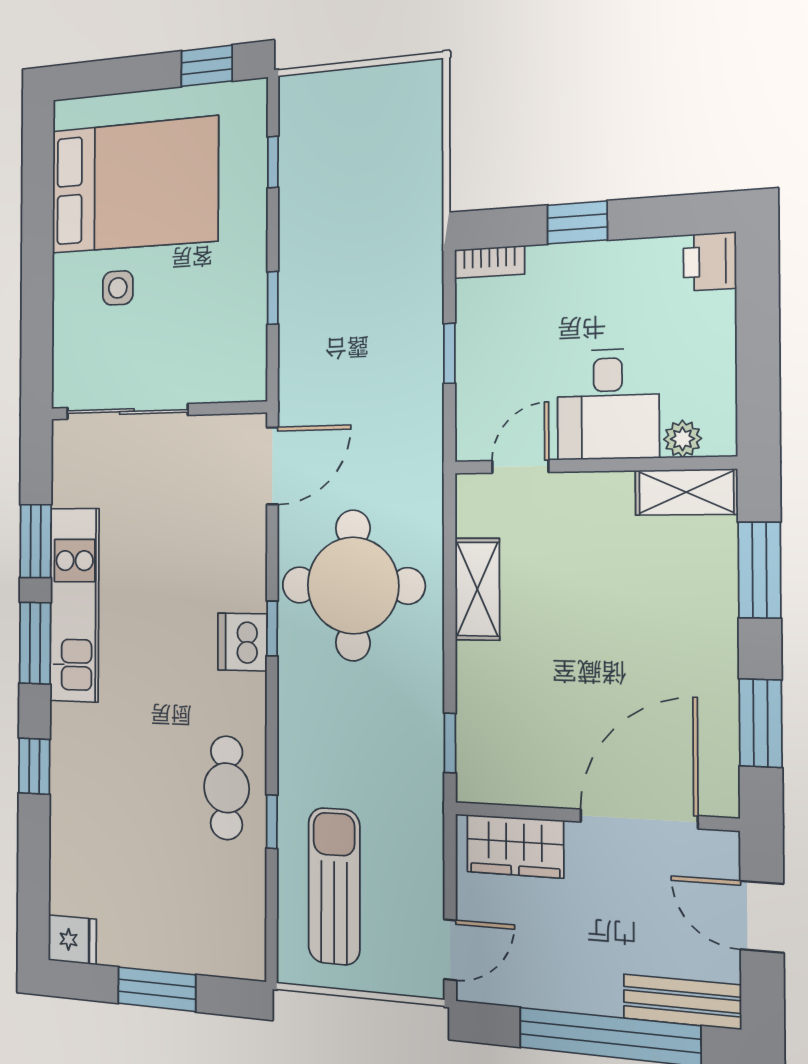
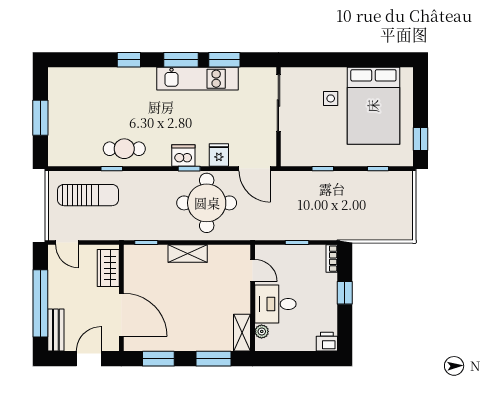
shelving: (477, 589) -> (188, 254), moved
fridge: (72, 940) -> (219, 155), moved, turned 180

